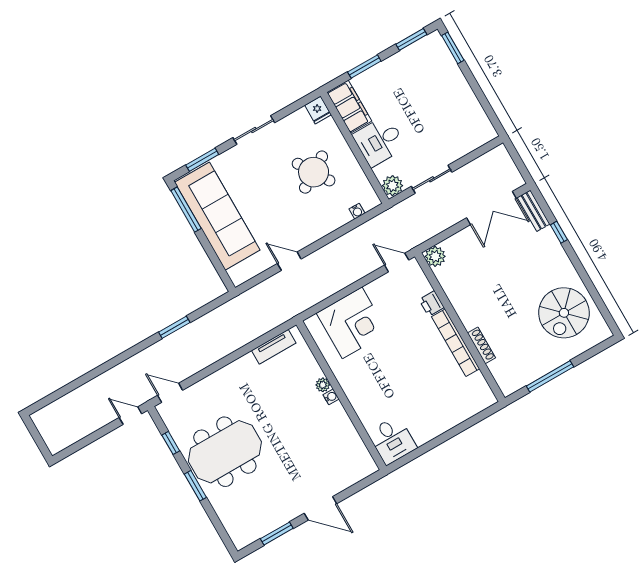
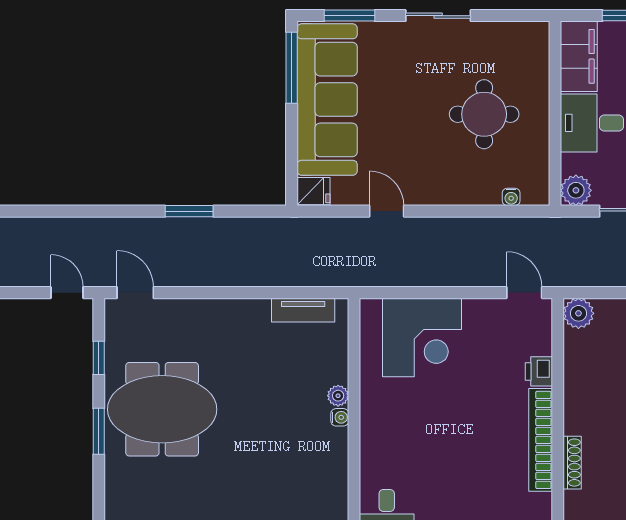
fridge: (318, 110) -> (313, 191), moved, turned -90
round table: (314, 172) -> (484, 114), turned 32

